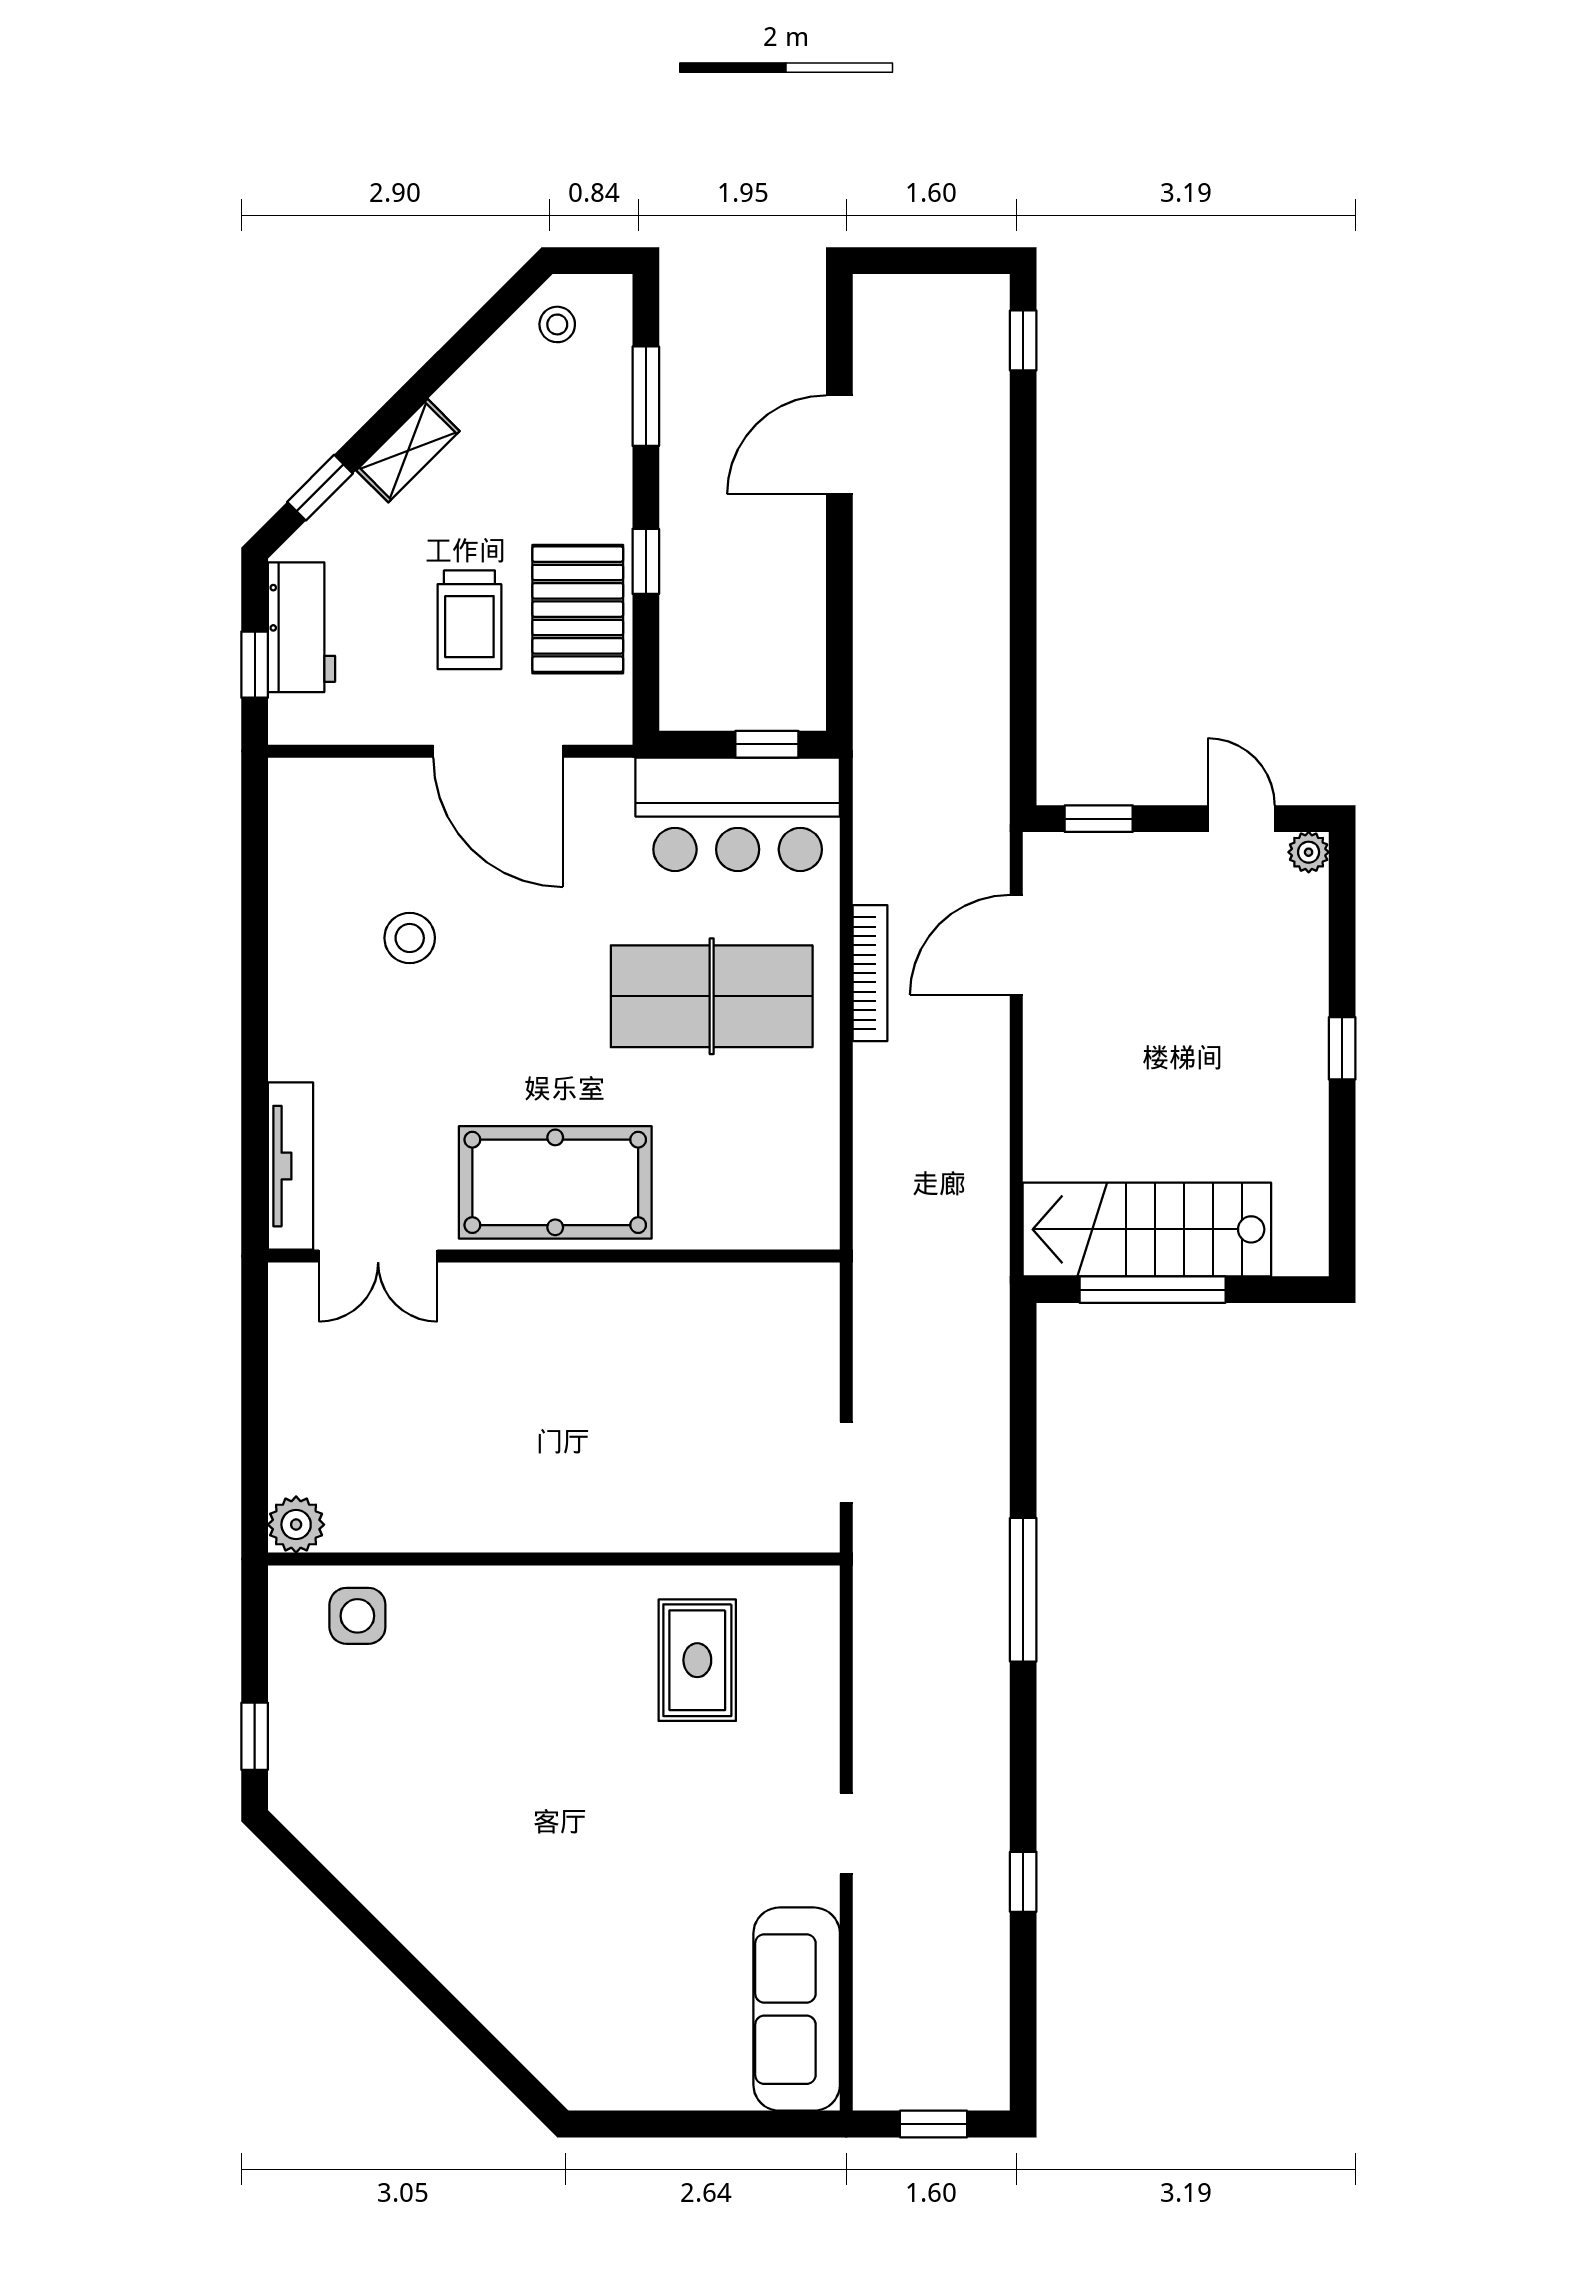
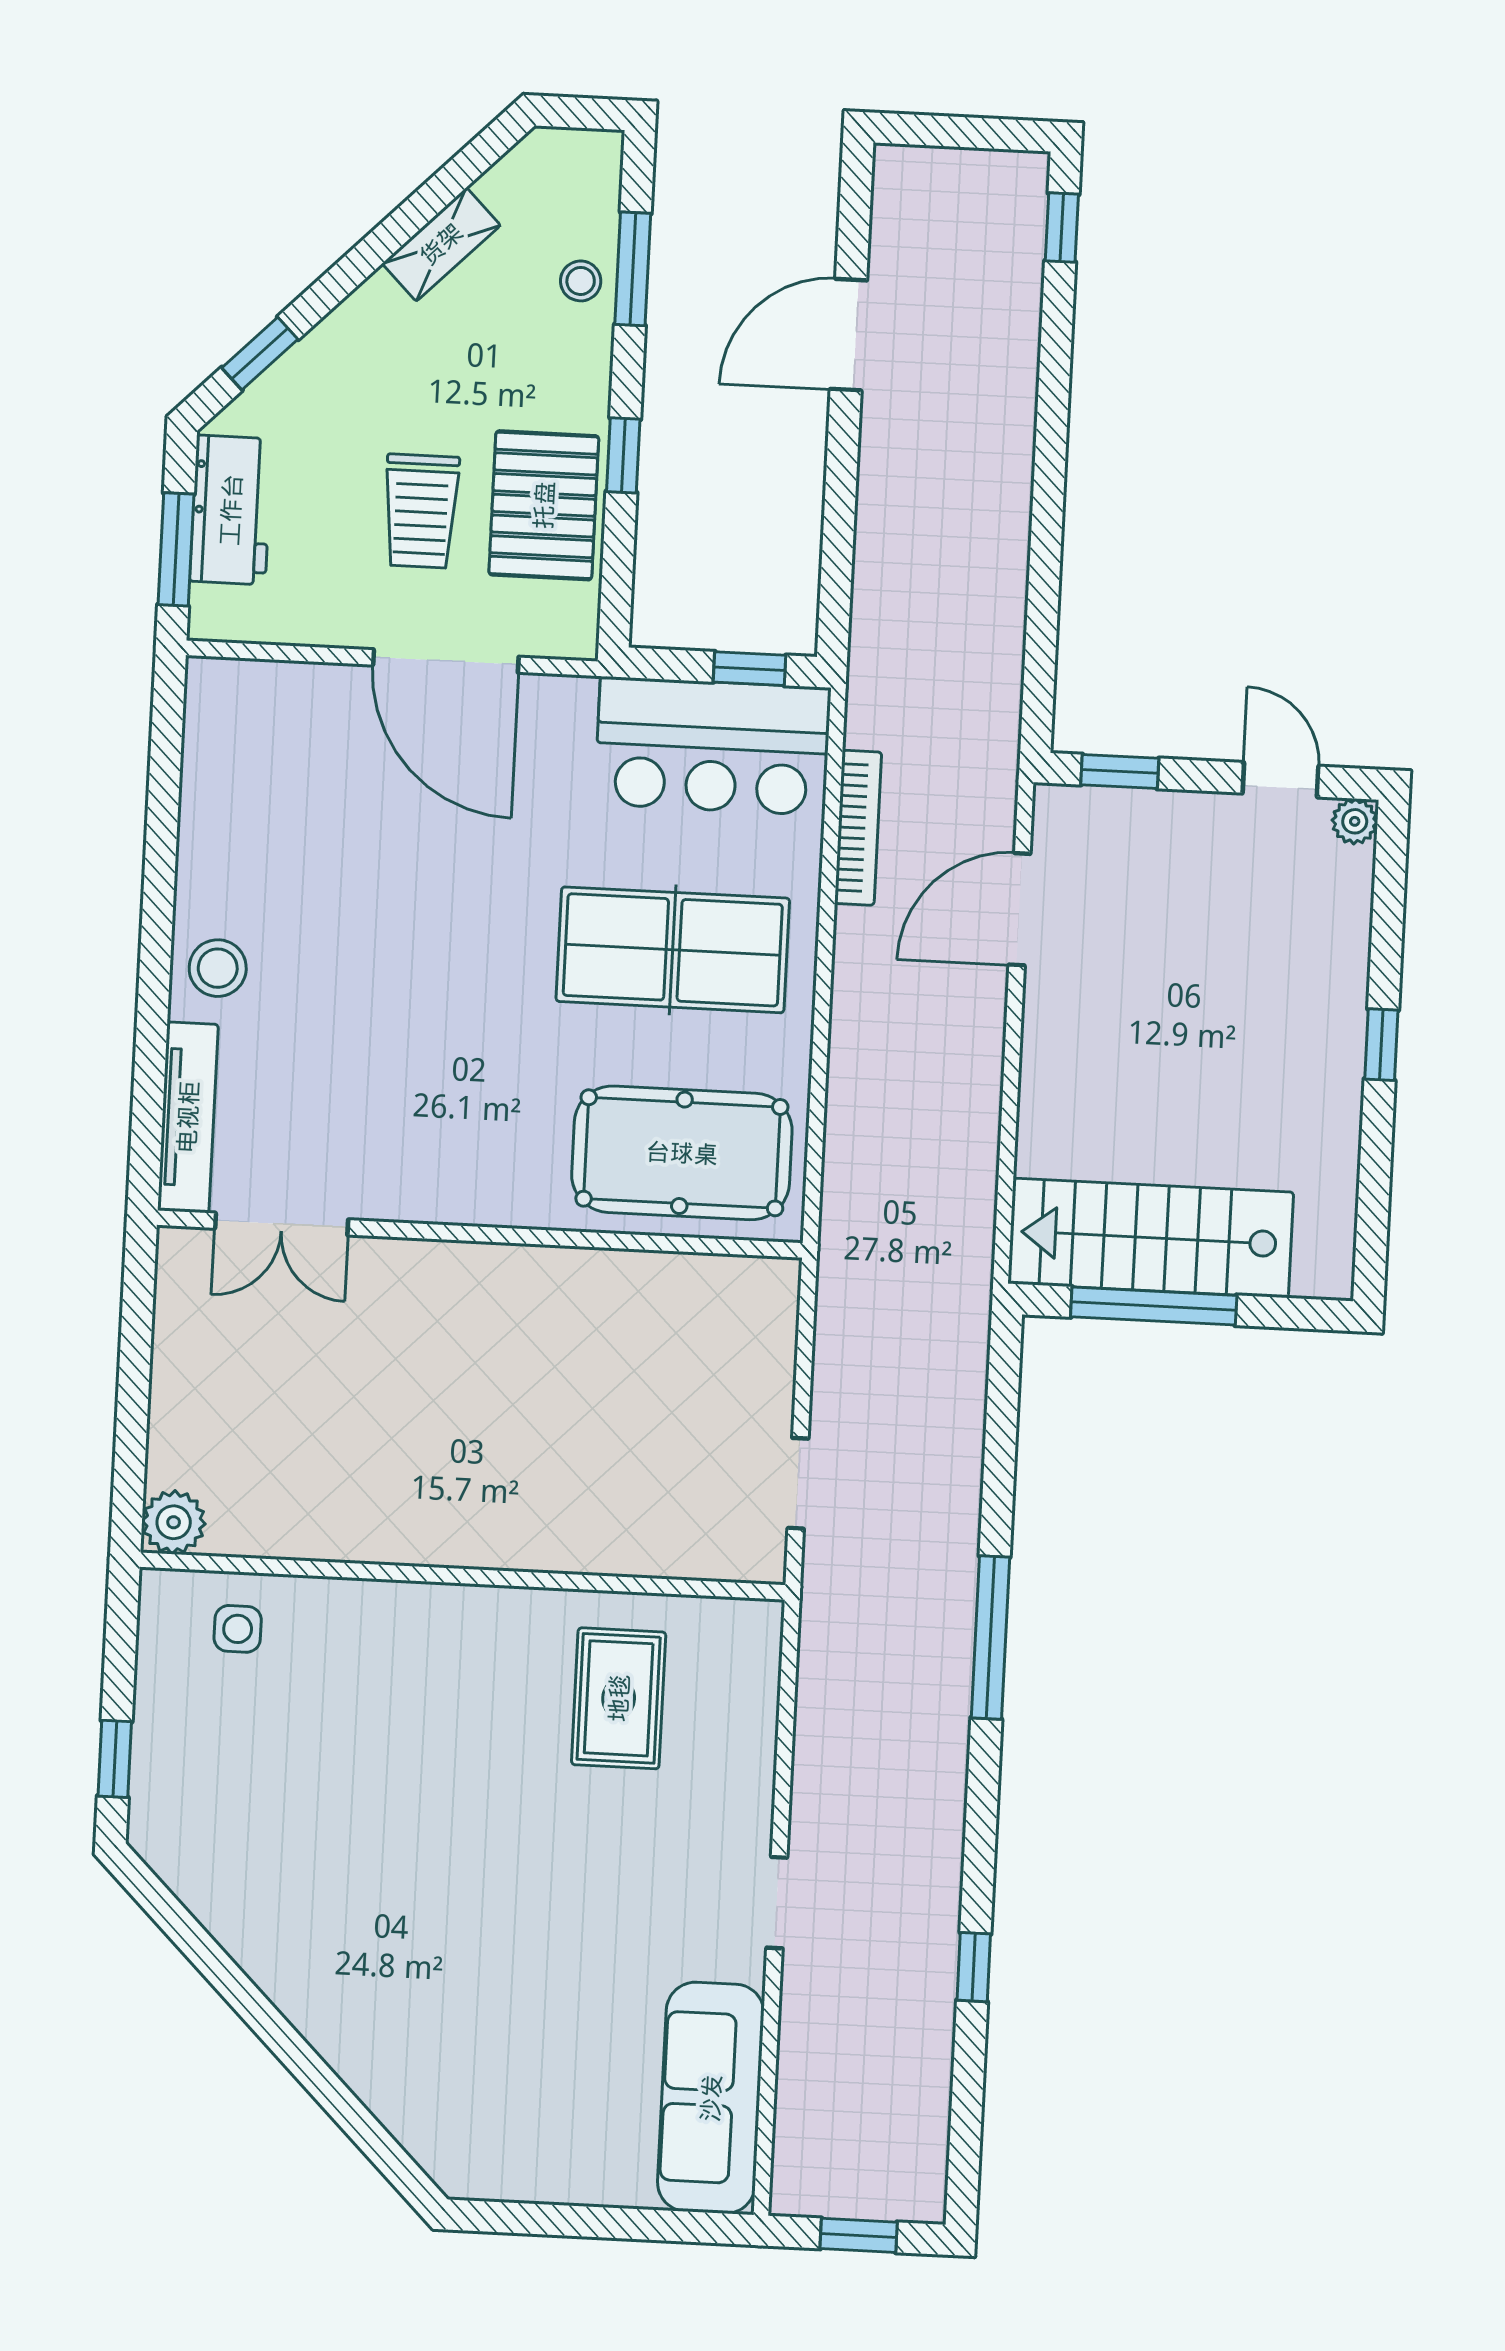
stool: (557, 324) -> (581, 281), moved
shelving: (408, 451) -> (441, 244), moved
window: (255, 665) -> (176, 549), width x1.50
stool: (410, 938) -> (218, 968), moved
bookcase: (870, 973) -> (858, 828), moved
pool table: (555, 1182) -> (682, 1153), moved
side table: (357, 1616) -> (238, 1629), width x0.73, depth x0.73

